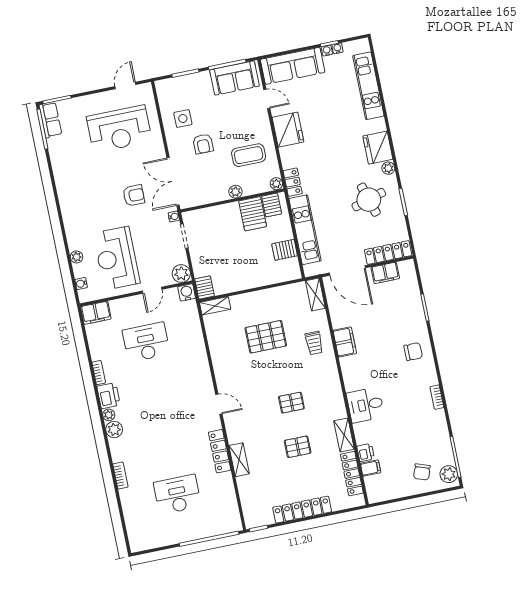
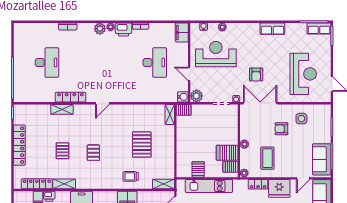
reception desk: (119, 129) -> (303, 74), turned 180
locker: (293, 182) -> (258, 184), moved
row of seats: (64, 186) -> (272, 29), added

